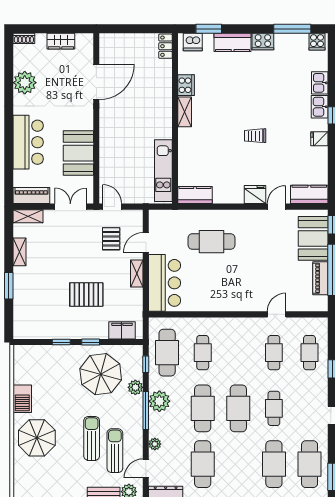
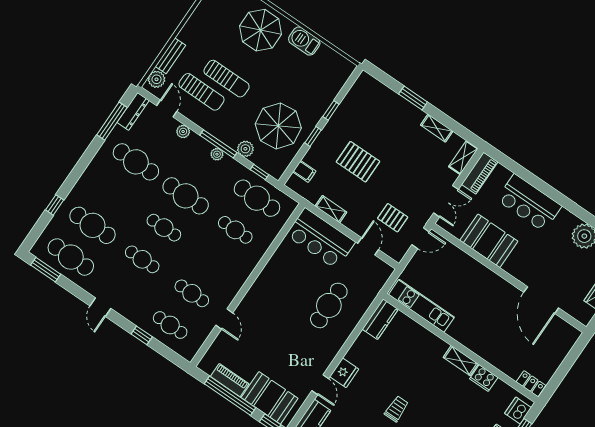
shelving: (137, 274) -> (331, 209), moved
pallet: (86, 295) -> (358, 162), turned 90
filing cabinet: (122, 330) -> (304, 171), width x0.50
plant: (159, 401) -> (217, 154), width x0.53, depth x0.53
cafe table: (238, 408) -> (164, 228), width x0.73, depth x0.74

